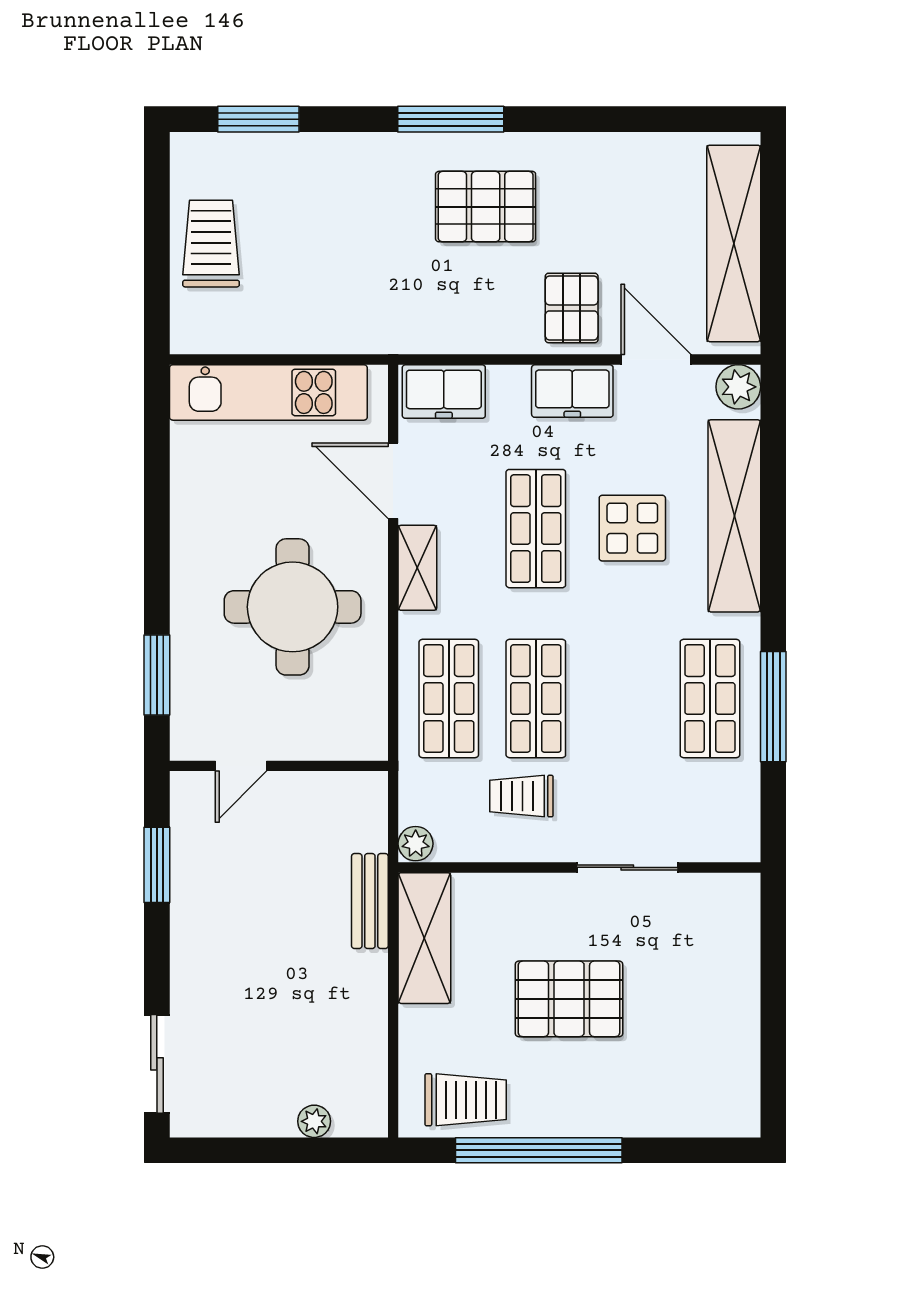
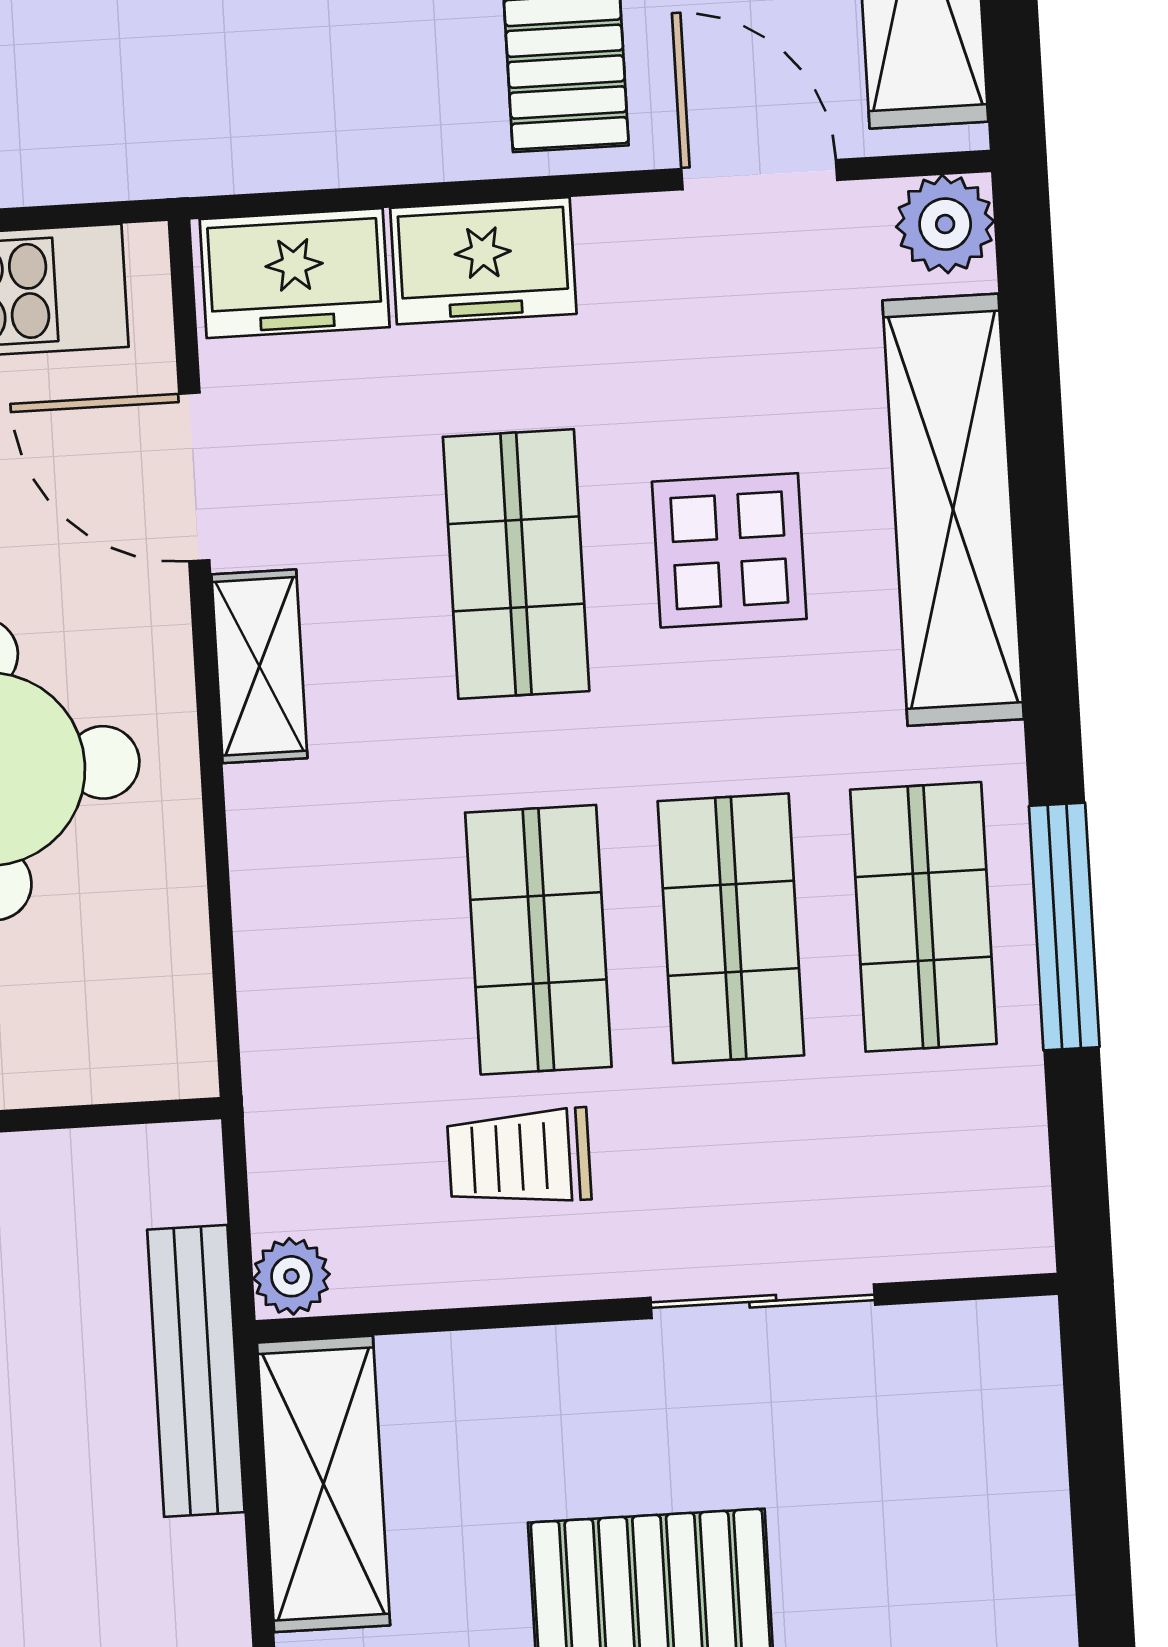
freezer: (572, 391) -> (483, 261), moved
shop shelf: (449, 699) -> (731, 928), moved
bench: (370, 901) -> (196, 1371), width x1.36

